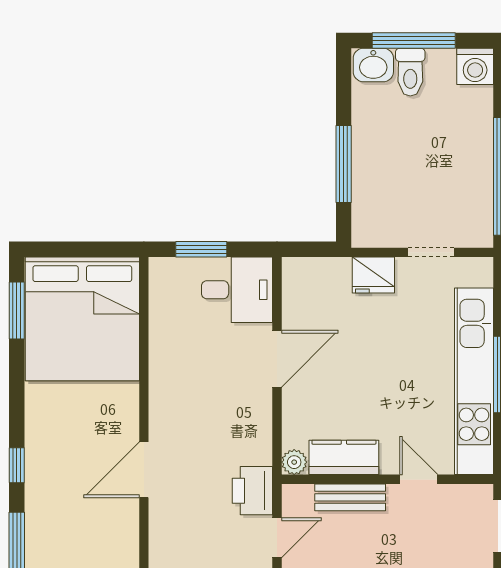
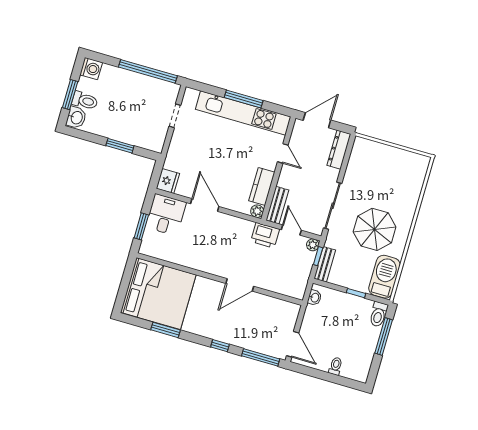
window: (414, 41) -> (70, 95), width x0.69
window: (344, 164) -> (120, 146), width x0.69
fridge: (373, 275) -> (168, 181), moved
window: (17, 311) -> (166, 330), moved
door: (144, 470) -> (240, 285), hinge flipped
door: (419, 479) -> (283, 153), swing flipped
bench: (350, 497) -> (277, 205), moved

